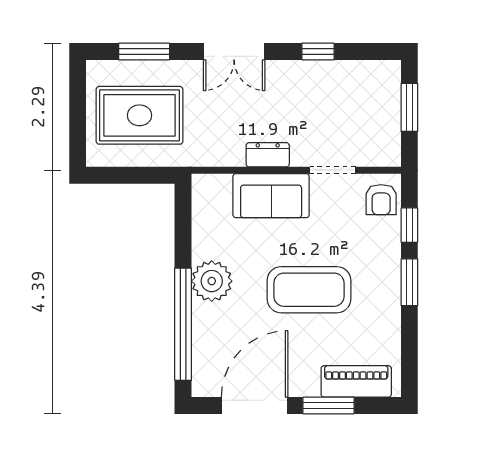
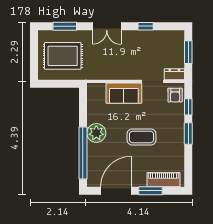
dresser: (268, 155) -> (174, 74), moved
coffee table: (309, 290) -> (142, 137), width x0.73, depth x0.76

